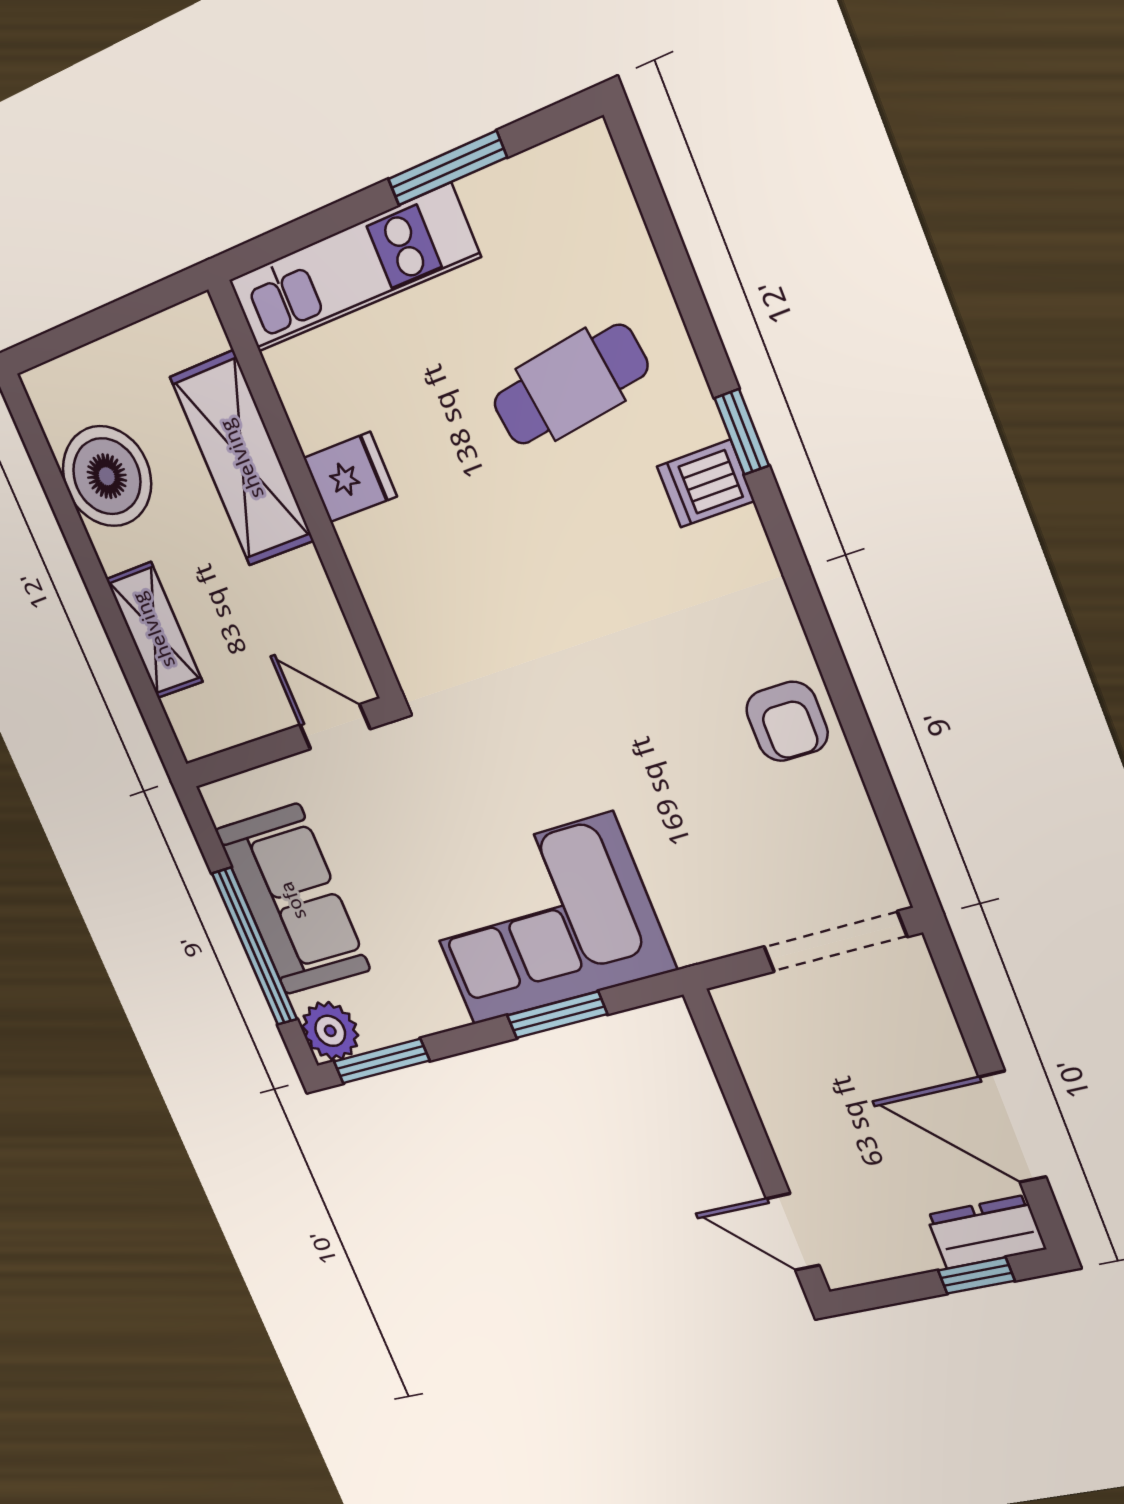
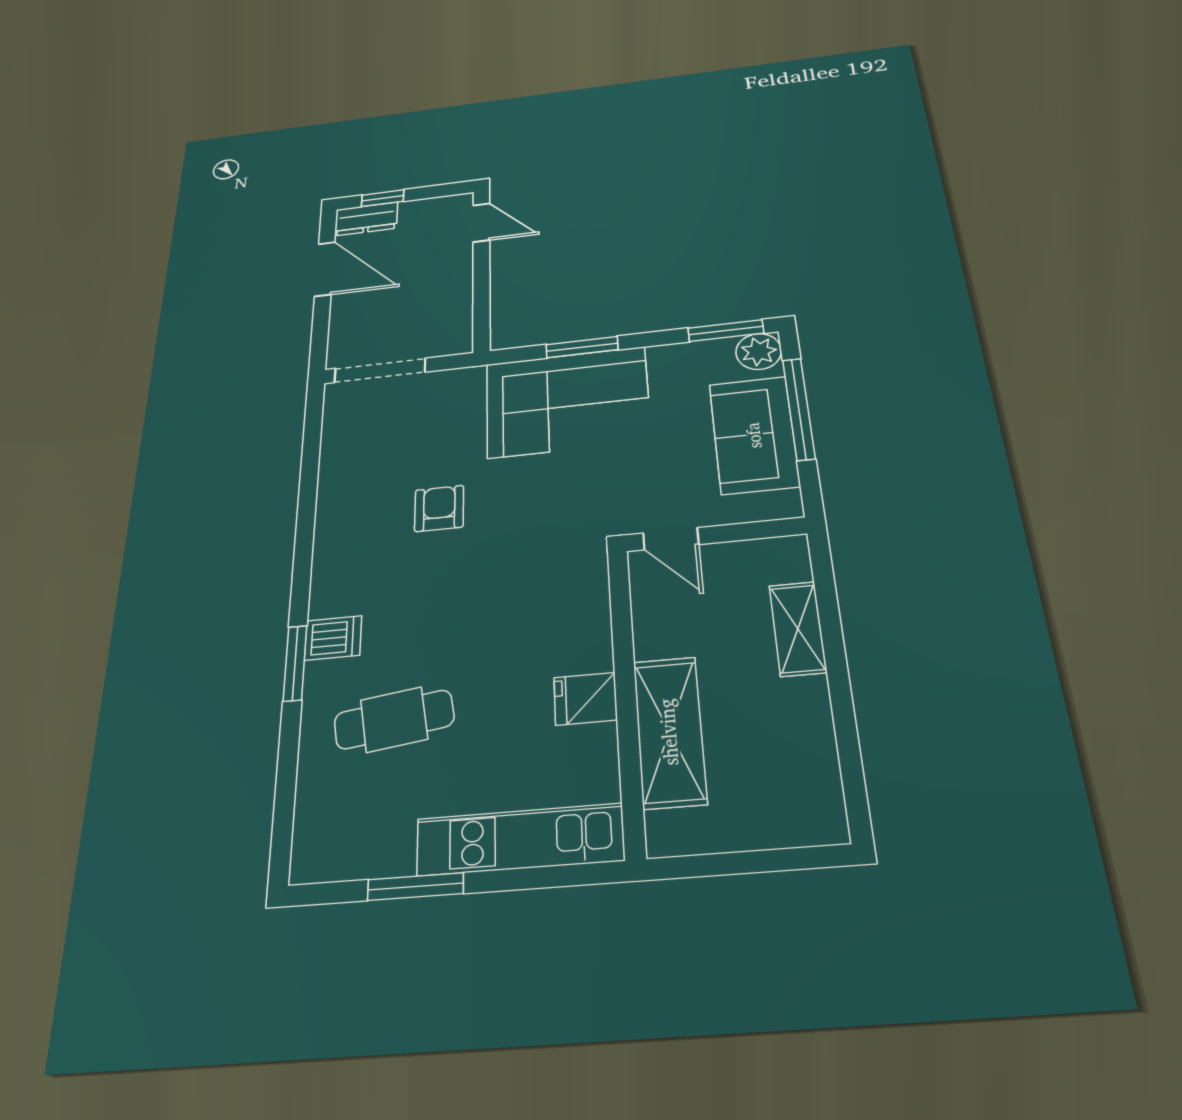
window: (742, 432) -> (295, 663), width x1.50
boiler: (107, 476) -> (796, 747), removed
armchair: (787, 721) -> (439, 508), moved

